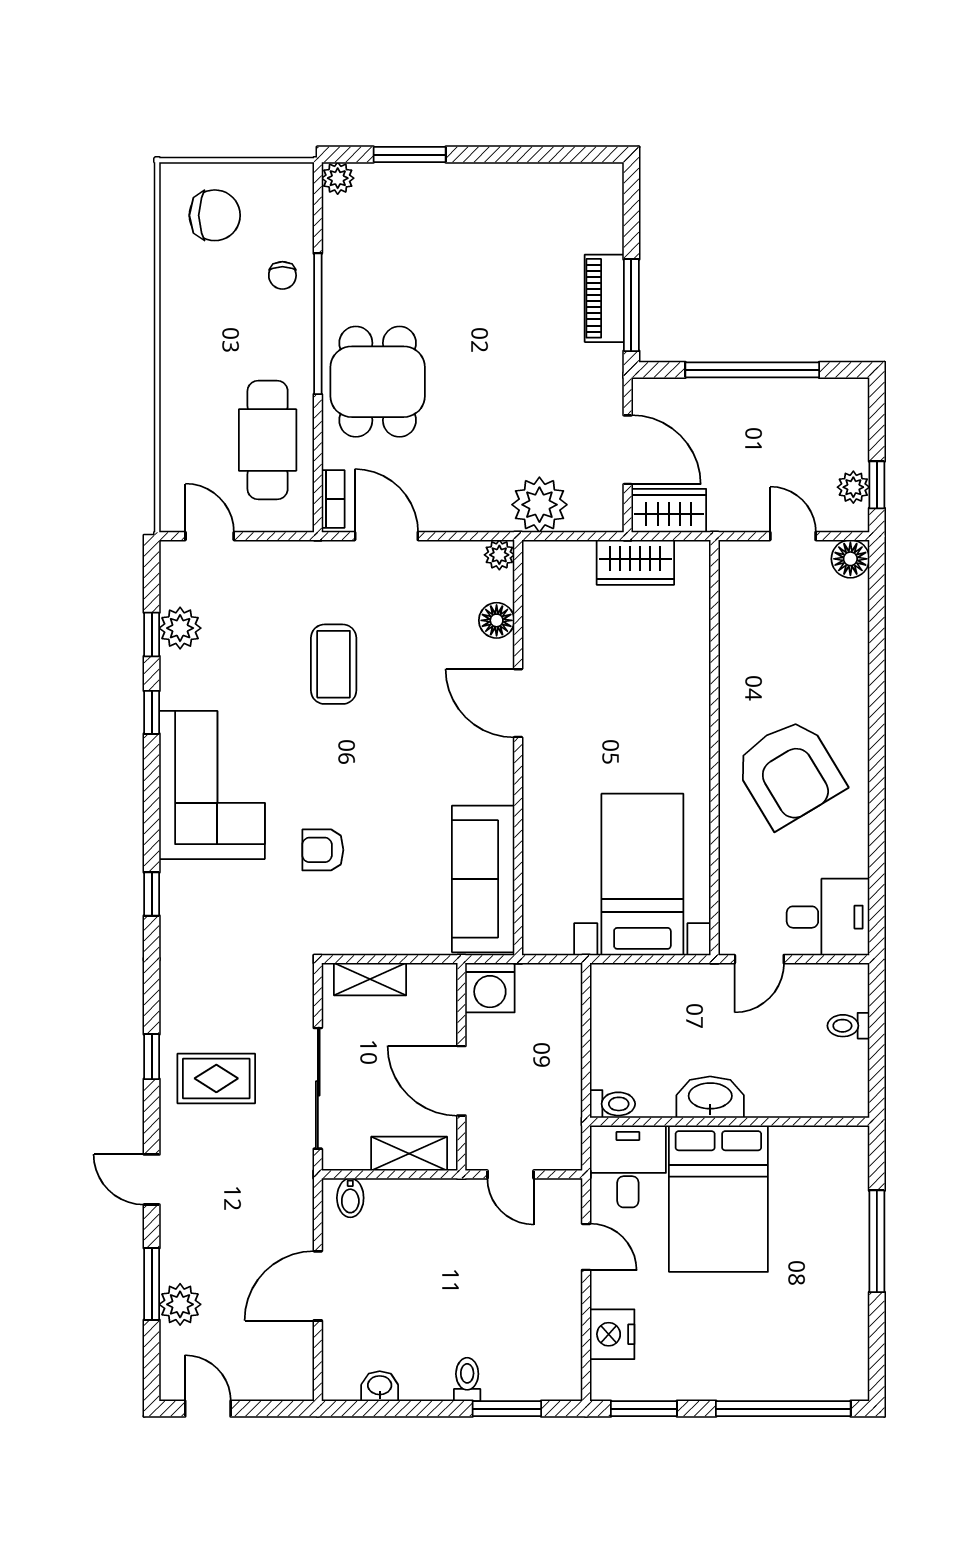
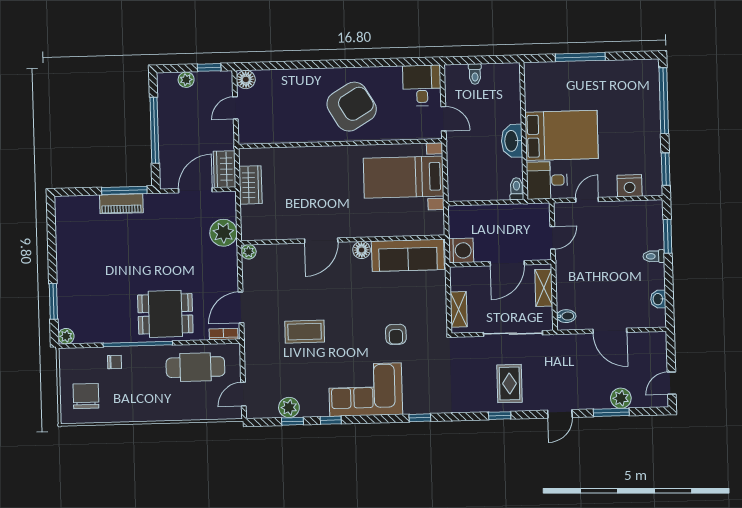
plant: (853, 487) -> (186, 80), moved
floor lamp: (497, 620) -> (362, 250), moved

